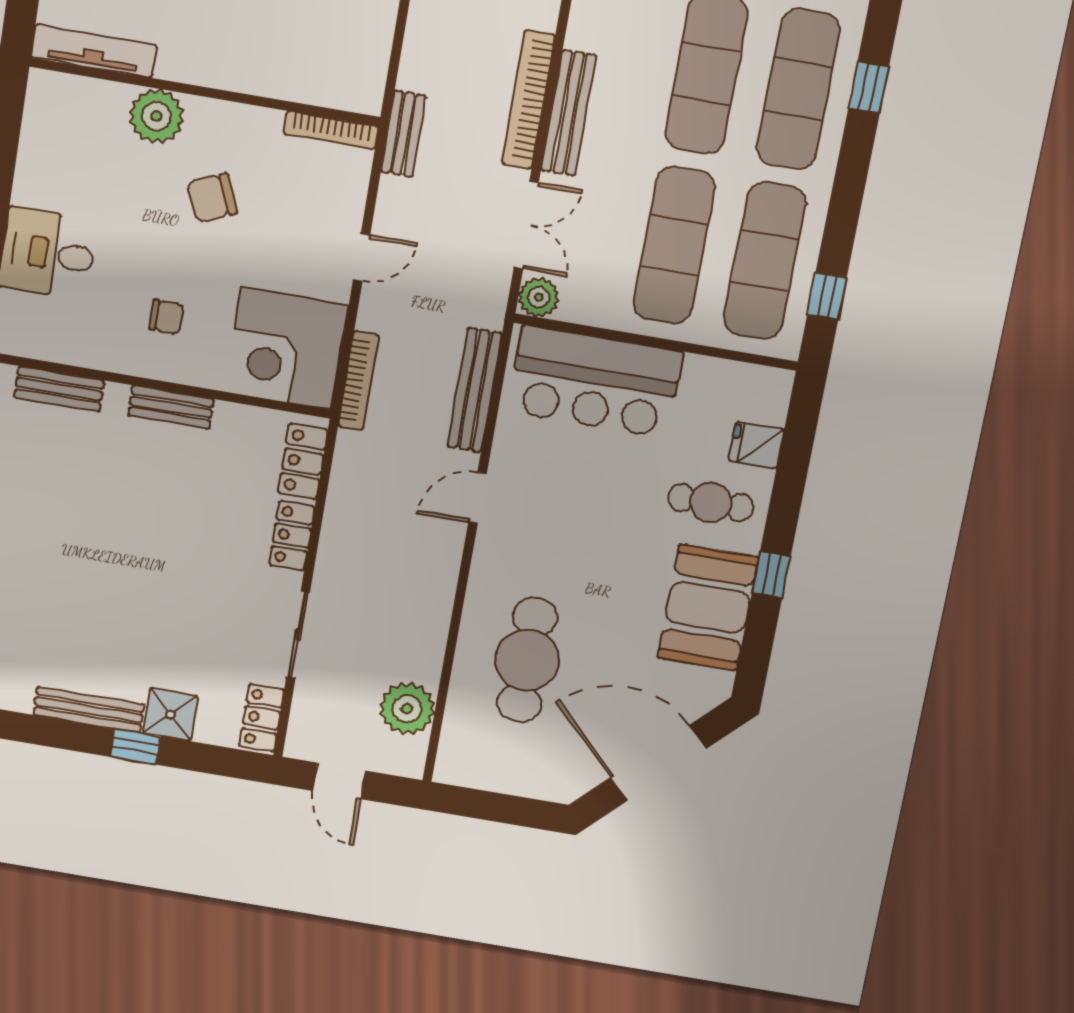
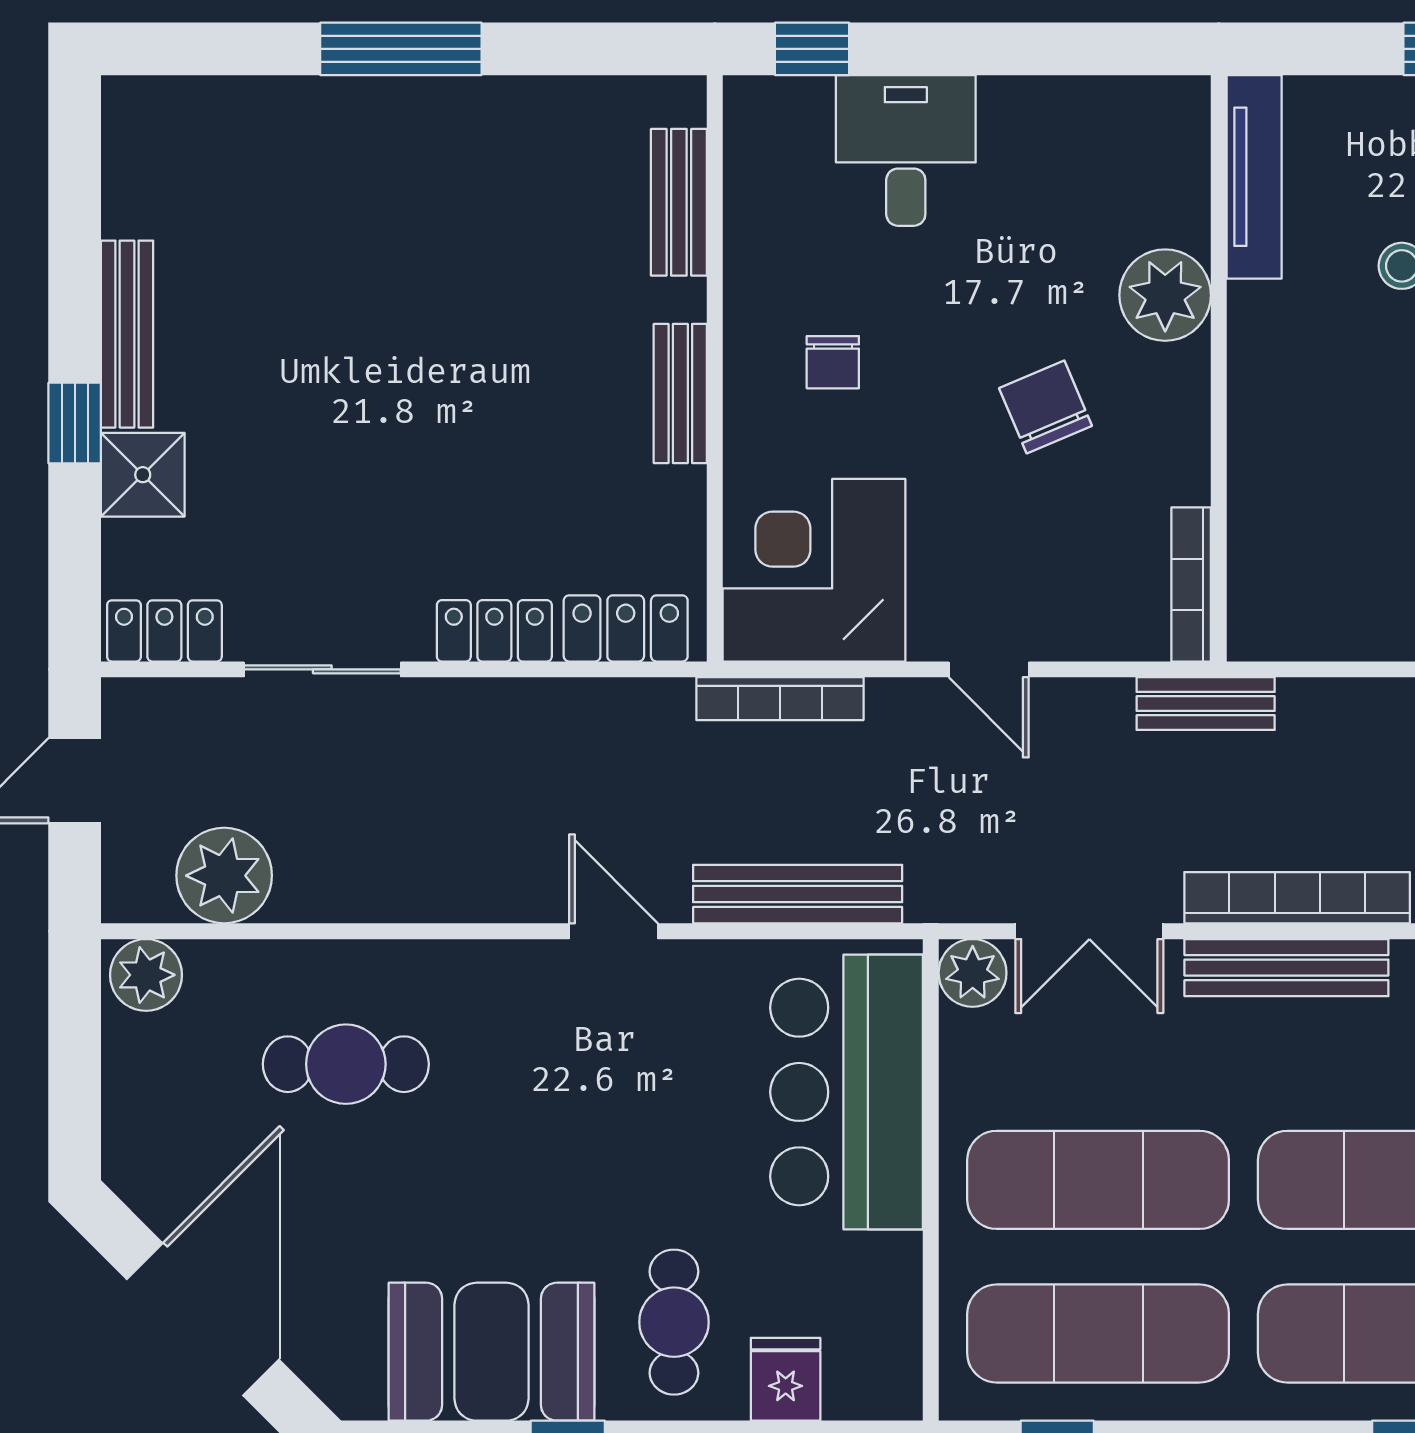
cafe table: (527, 660) -> (346, 1064), width x0.73, depth x0.74
plant: (456, 761) -> (146, 975), added

